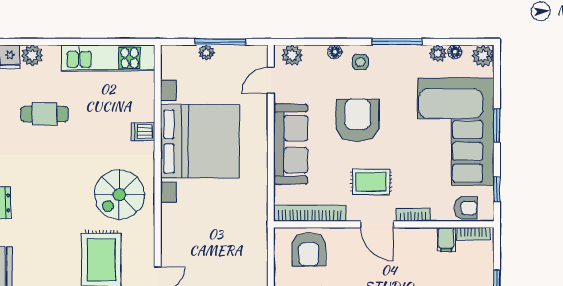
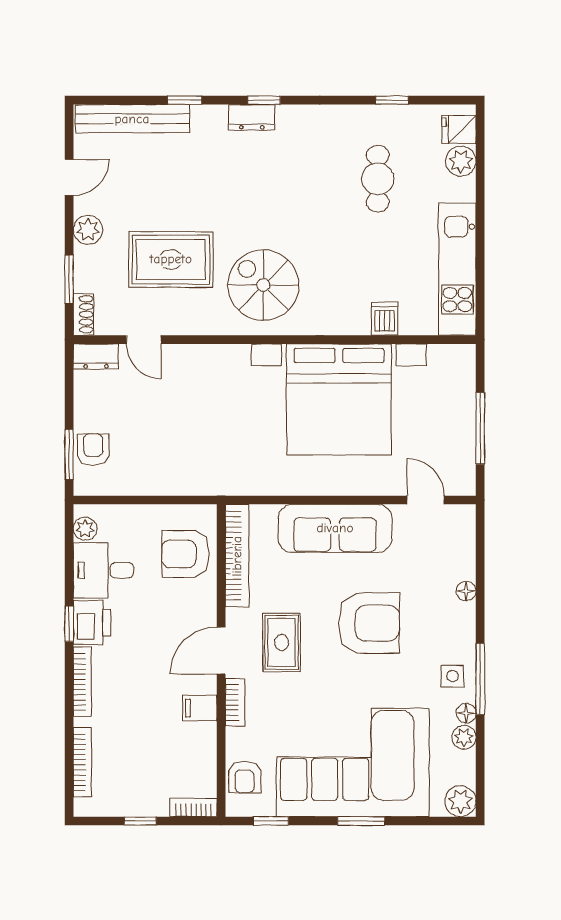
plant: (206, 52) -> (465, 409), removed
floor lamp: (455, 52) -> (466, 713), moved
plant: (292, 55) -> (461, 530), removed
side table: (360, 62) -> (453, 676), moved
dishwasher: (143, 132) -> (385, 319), moved
bookcase: (473, 234) -> (194, 807), moved, turned 90
filing cabinet: (446, 239) -> (200, 708), moved

